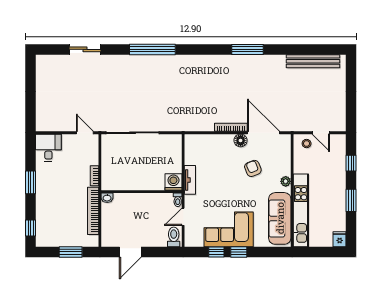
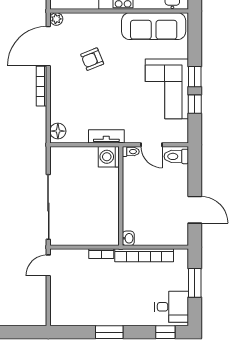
floor lamp: (241, 140) -> (58, 131), moved
desk: (48, 148) -> (172, 307), moved, turned 180
plant: (286, 181) -> (56, 19), moved

